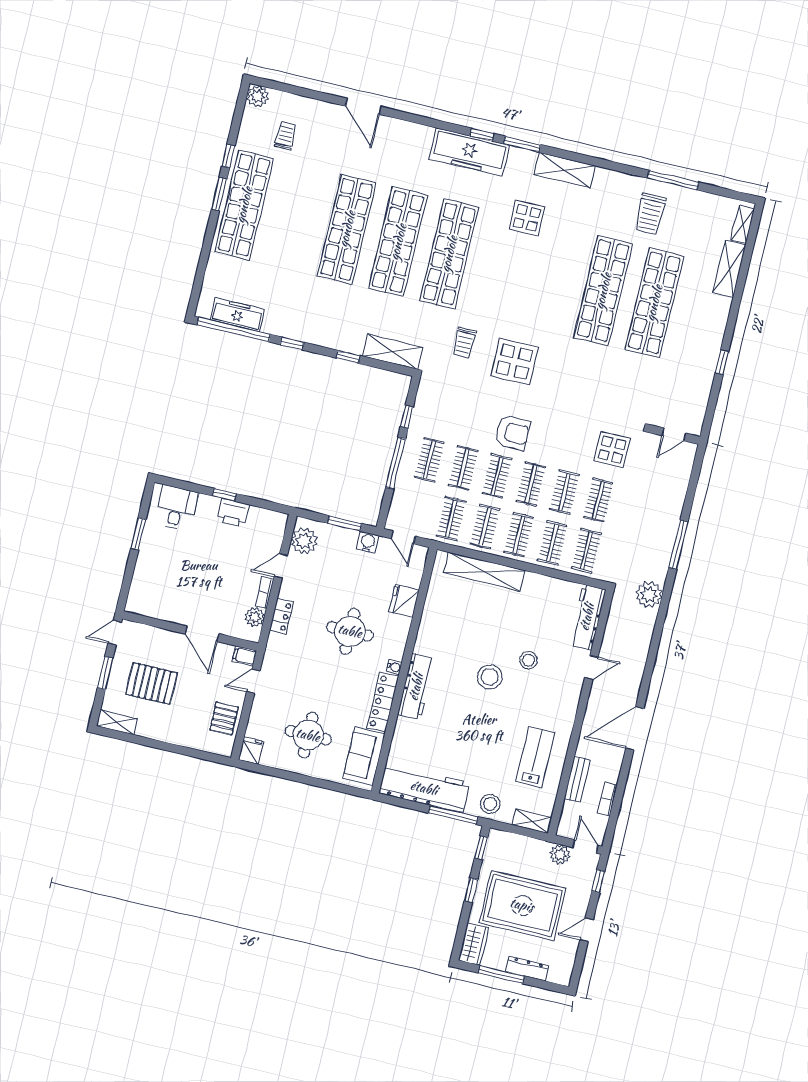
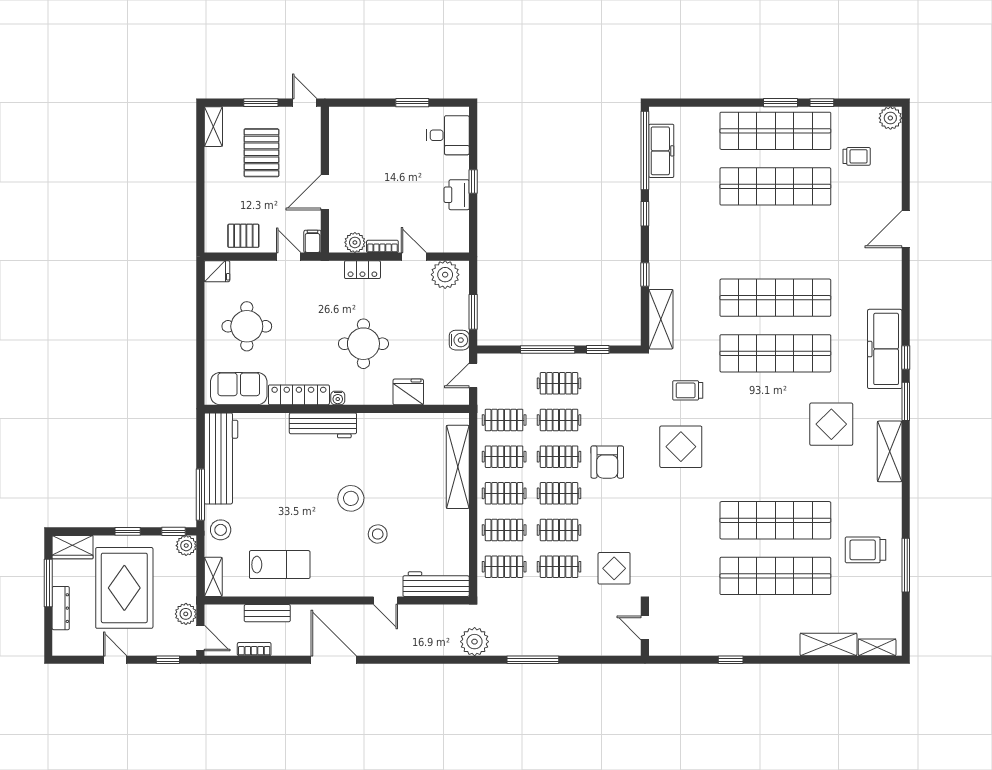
display table: (527, 218) -> (831, 424), width x1.36, depth x1.36
shop shelf: (347, 229) -> (775, 186), moved
plant: (497, 839) -> (186, 546), added
door: (585, 846) -> (200, 638), hinge flipped

